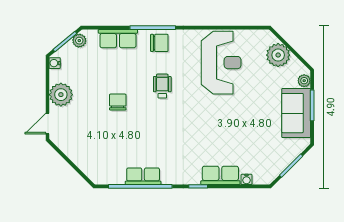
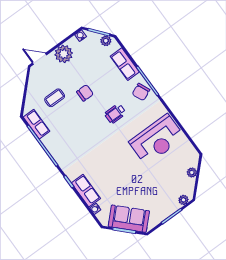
chair: (159, 43) -> (141, 92), turned 66
plant: (278, 55) -> (192, 173), width x0.53, depth x0.53
wheelchair: (162, 86) -> (115, 114), turned 180
sofa: (296, 113) -> (129, 219), moved, turned 45
coffee table: (100, 137) -> (55, 98), added
row of seats: (143, 176) -> (36, 124), moved

